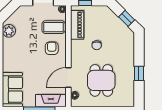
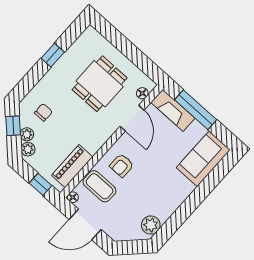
plant: (108, 13) -> (28, 149), added
plant: (115, 20) -> (27, 134), added
chair: (97, 45) -> (43, 112), moved
door: (68, 78) -> (132, 118), hinge flipped

